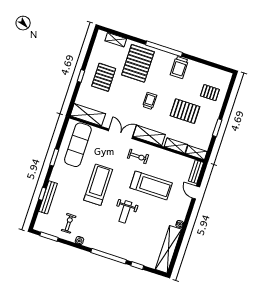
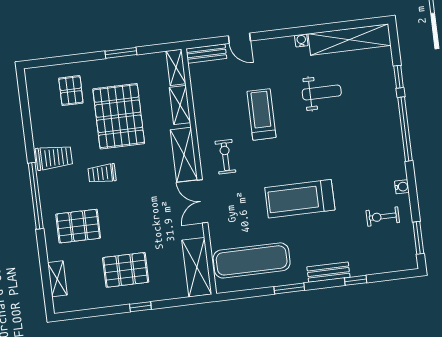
pallet: (138, 63) -> (78, 226), width x0.73, depth x0.71
trolley: (150, 101) -> (102, 174), moved
pallet: (185, 111) -> (119, 116), width x1.37, depth x1.41
treadmill: (151, 185) -> (261, 114), width x0.73, depth x0.73
door: (196, 193) -> (239, 38), hinge flipped
bench: (48, 197) -> (328, 272), moved, width x0.73
weight bench: (125, 212) -> (322, 92), moved

